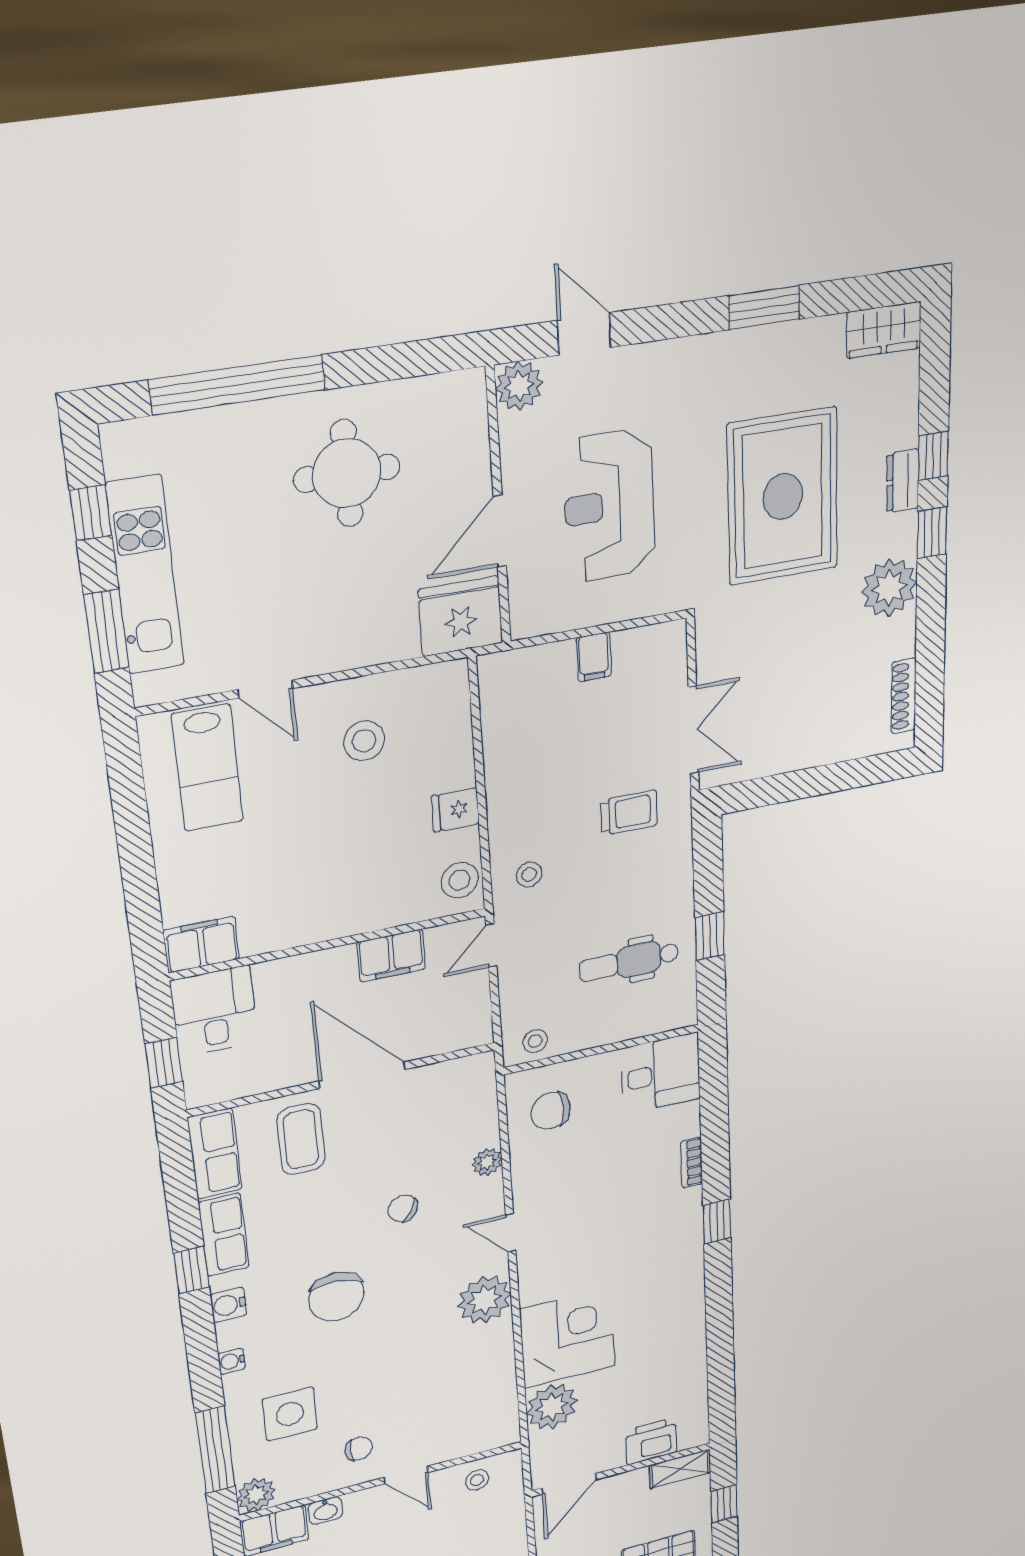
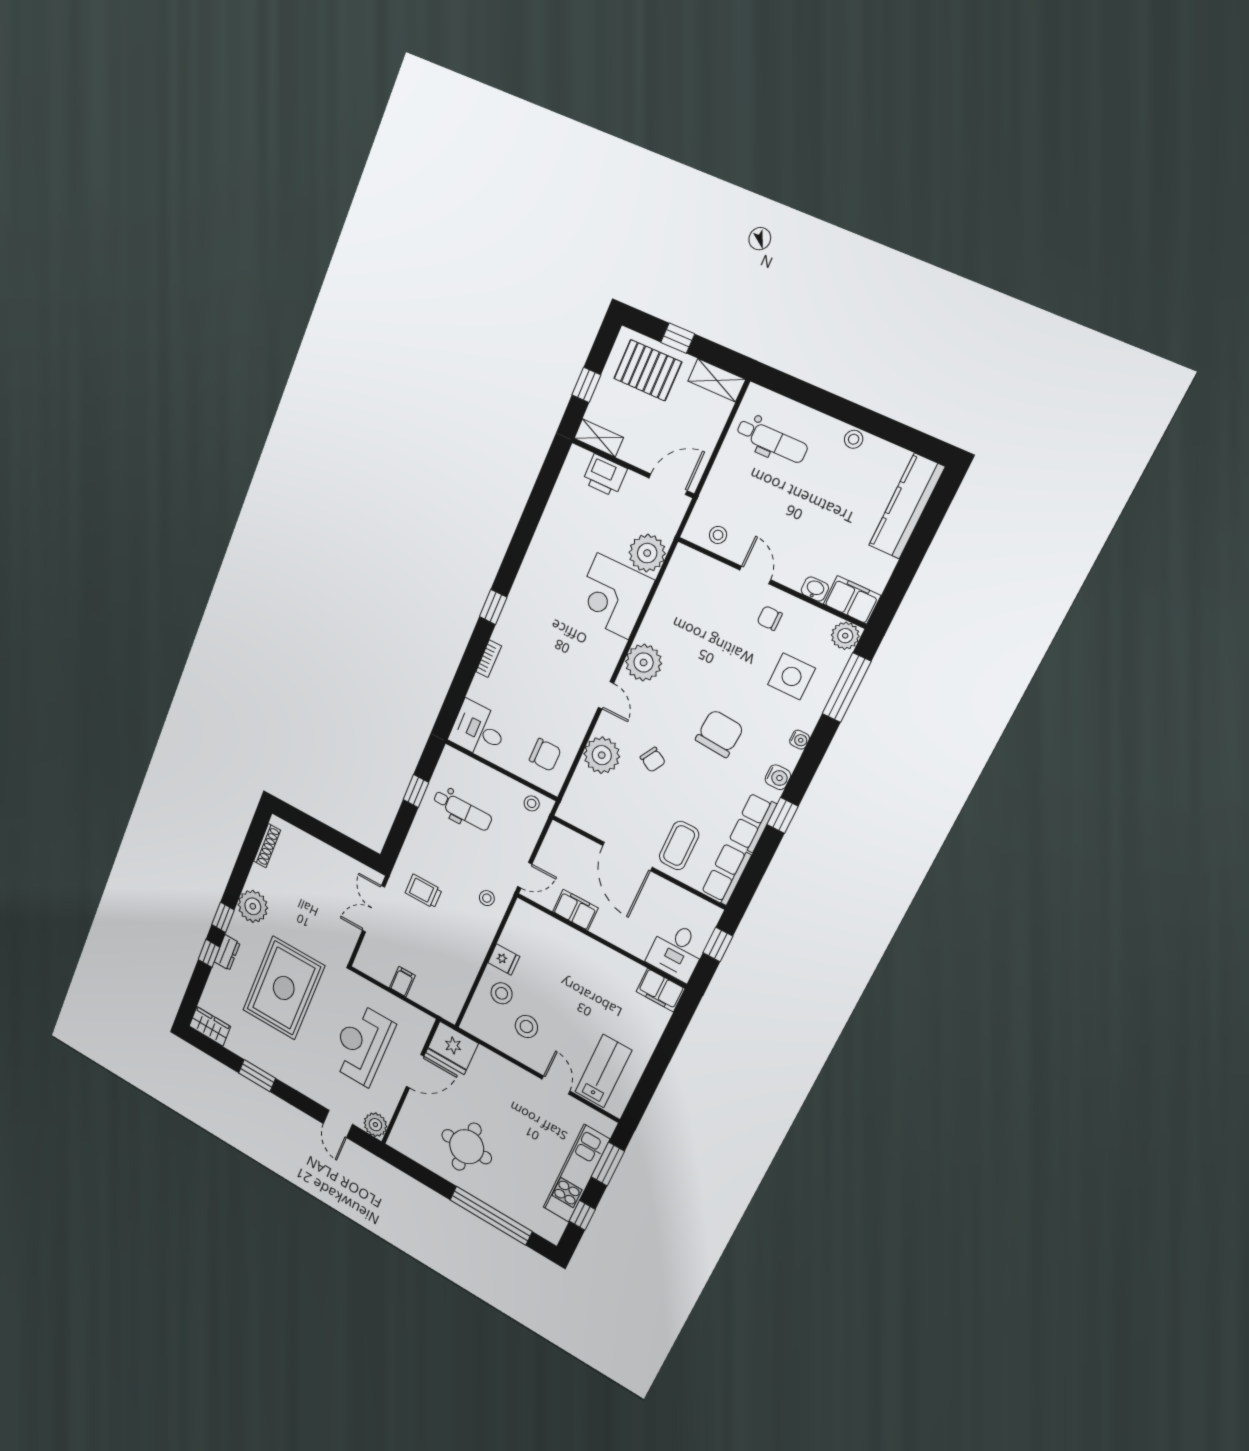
reception desk: (609, 505) -> (362, 1045), turned 180
stool: (460, 880) -> (502, 993), moved
plant: (487, 1162) -> (602, 755), width x1.88, depth x1.88

